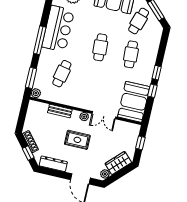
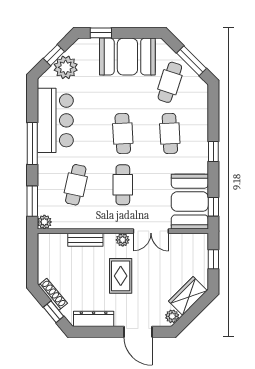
cafe table: (93, 81) -> (123, 185), added
window: (152, 91) -> (213, 207), moved
rug: (77, 140) -> (121, 276), turned 90

